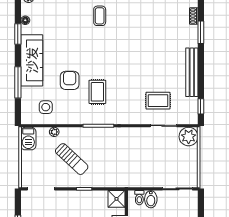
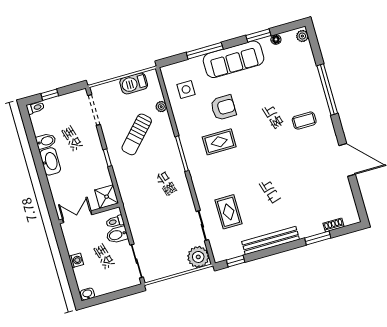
barbecue: (28, 139) -> (134, 83), moved

